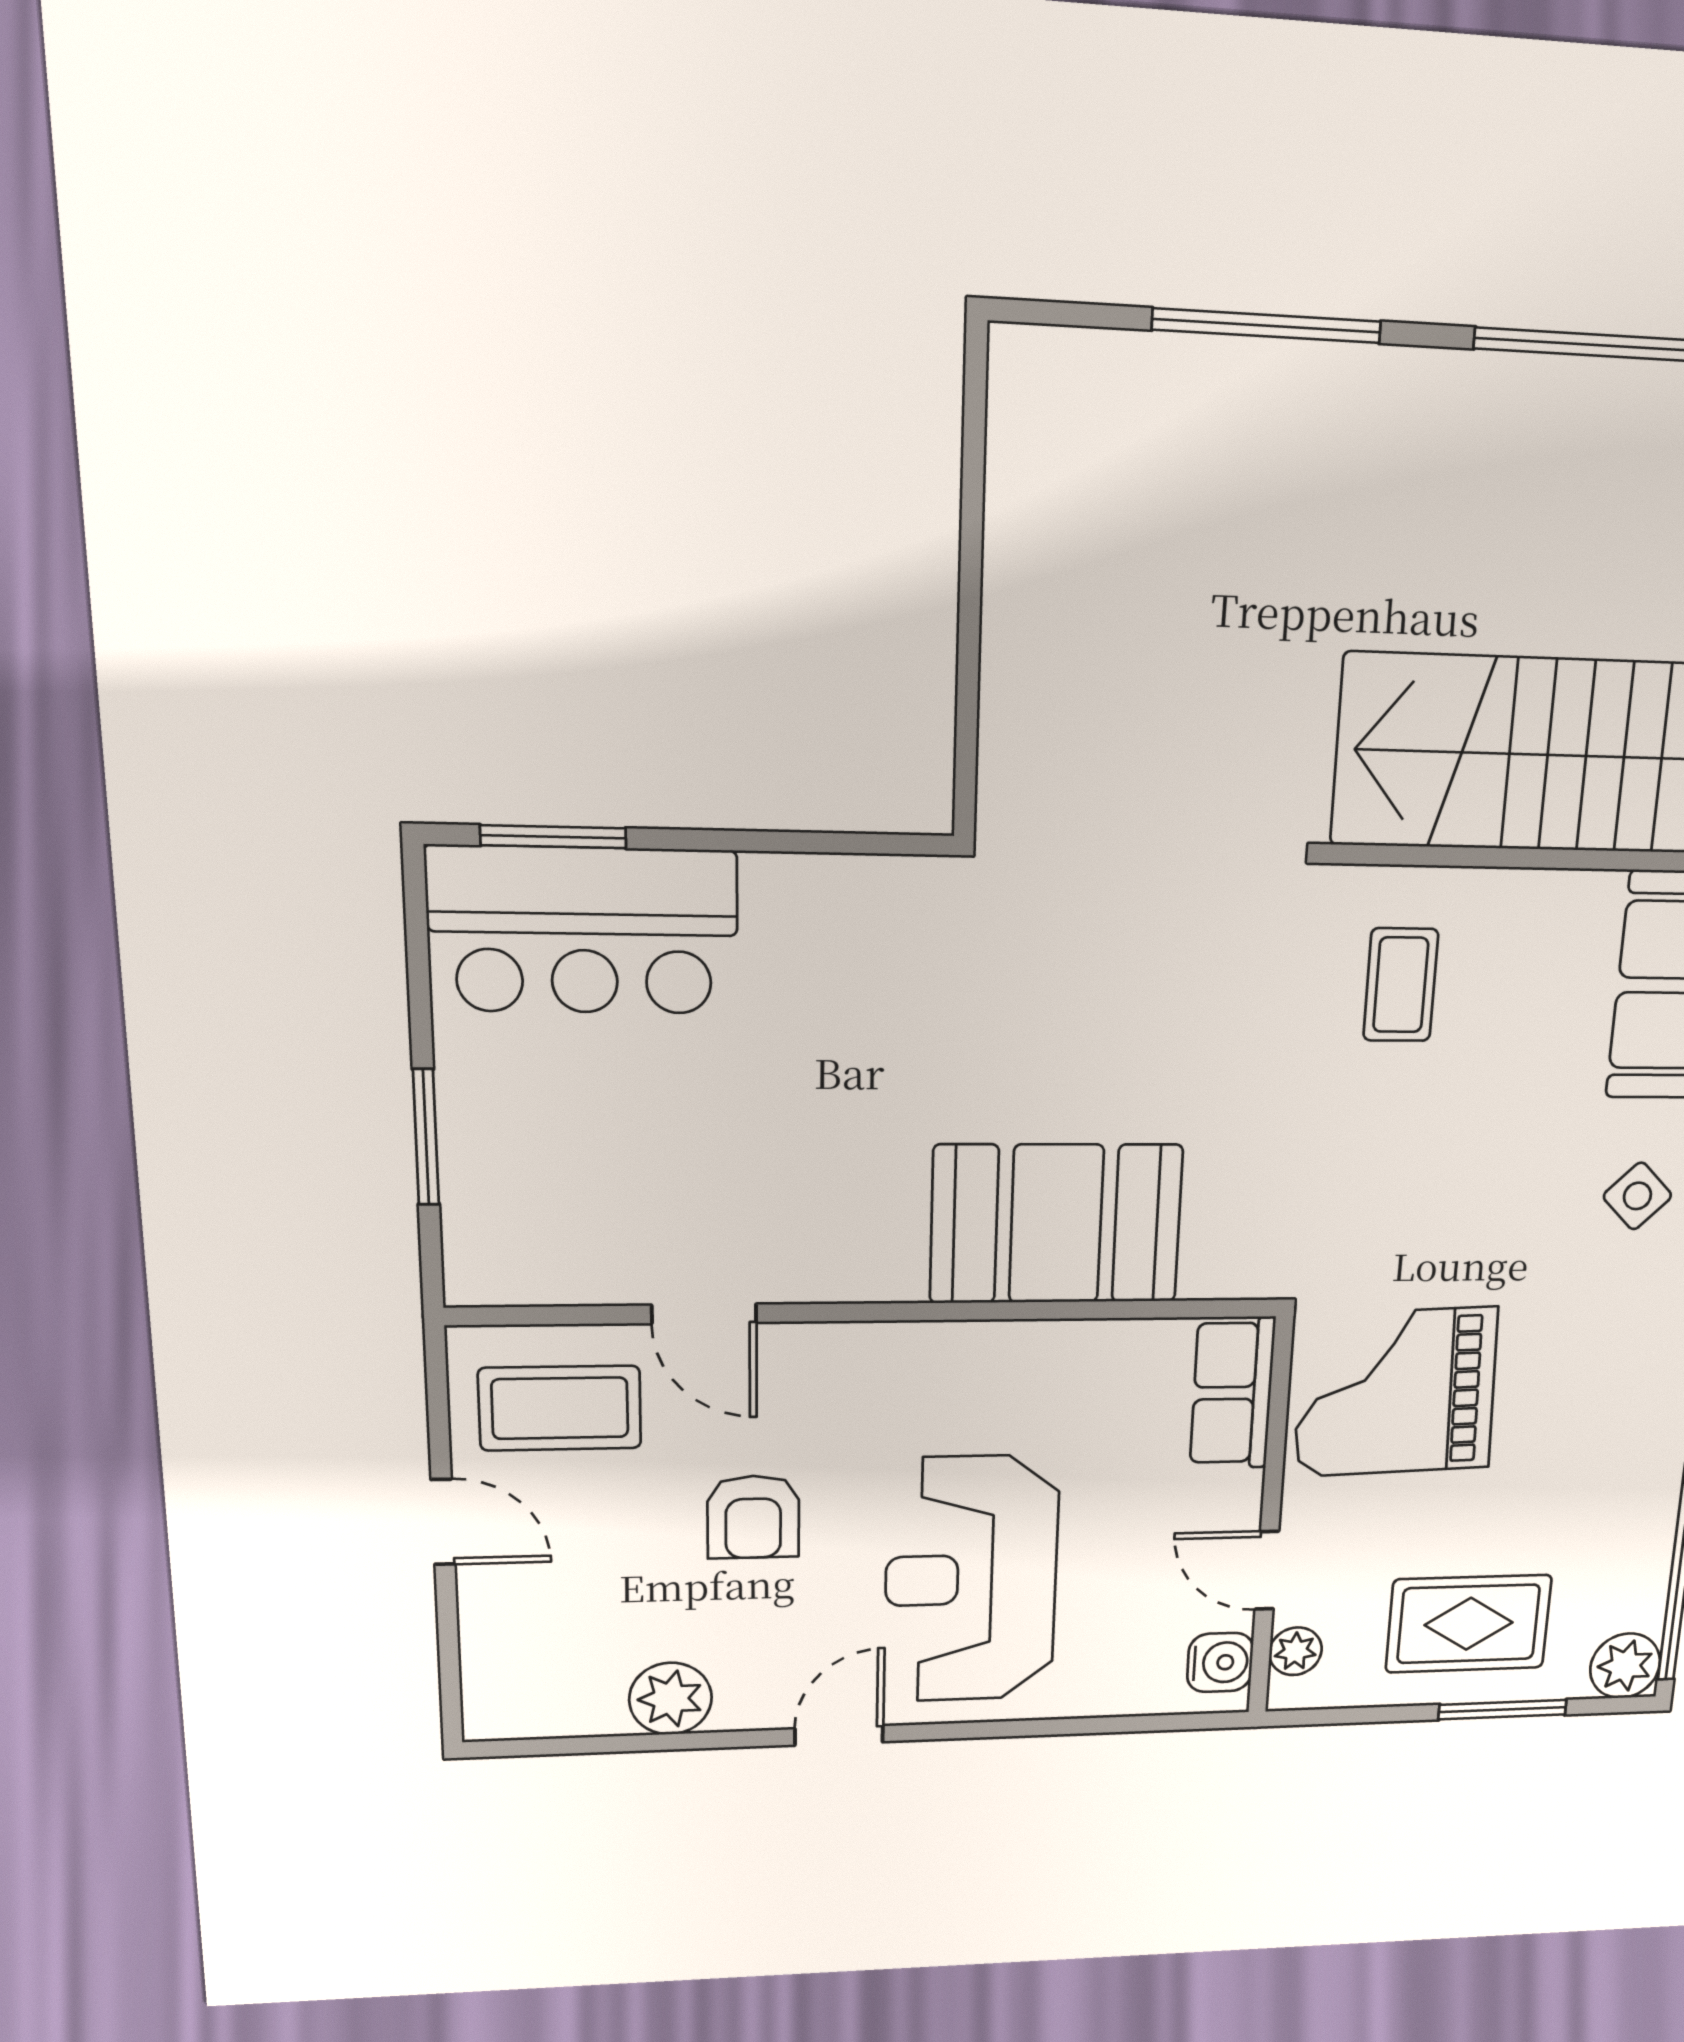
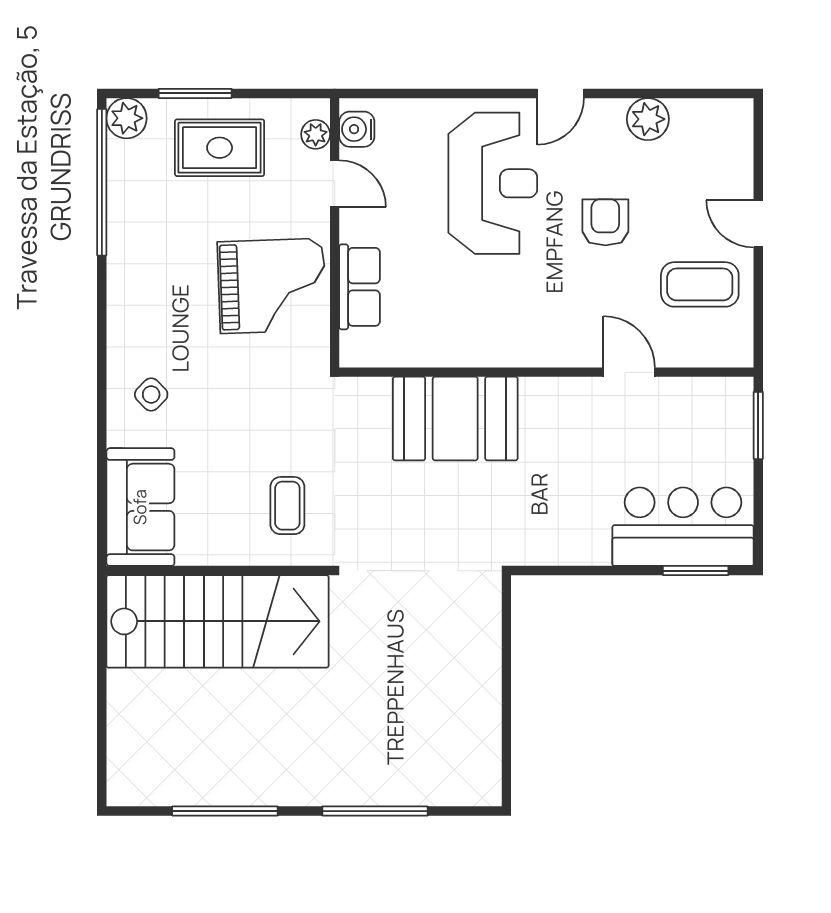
booth: (1056, 1224) -> (455, 419), moved
wall: (872, 1312) -> (546, 372), moved
door: (704, 1314) -> (629, 372), moved

